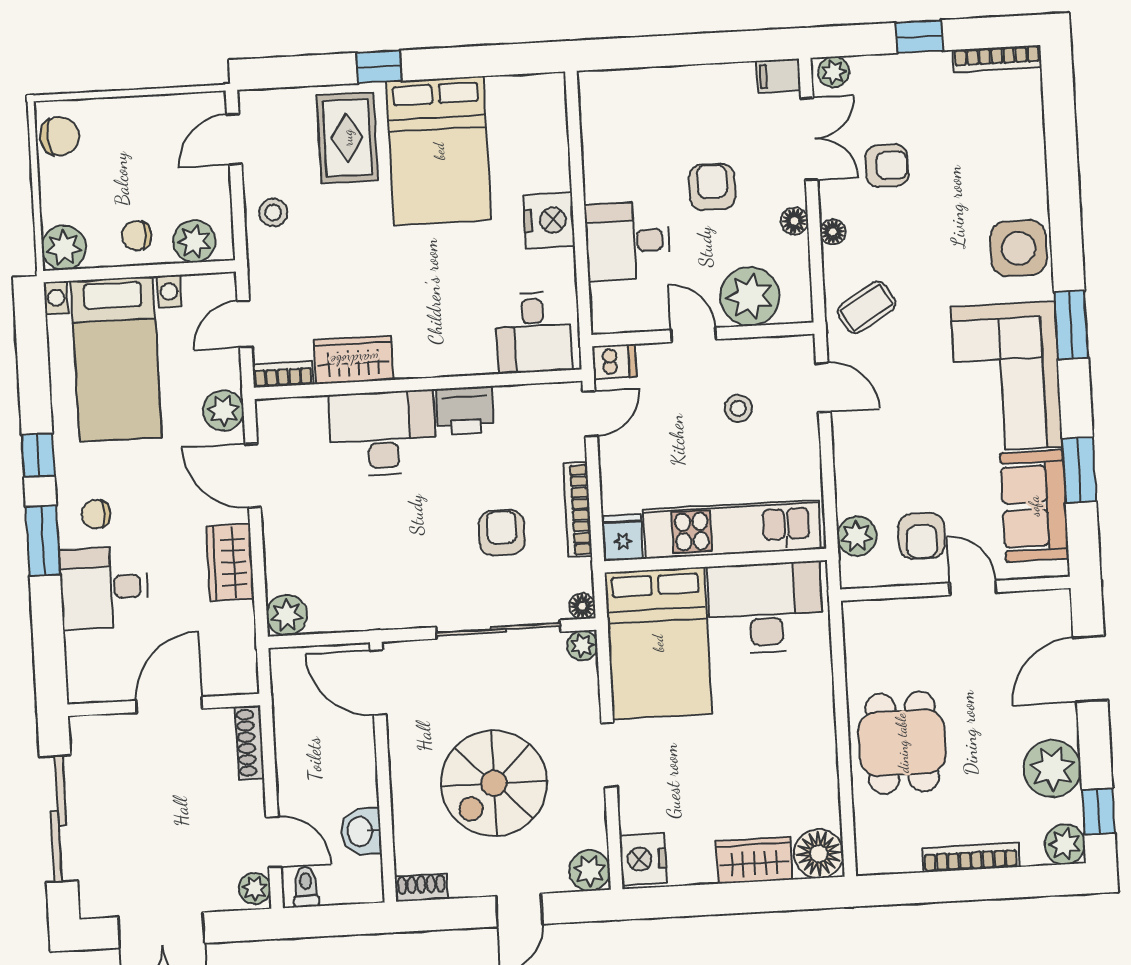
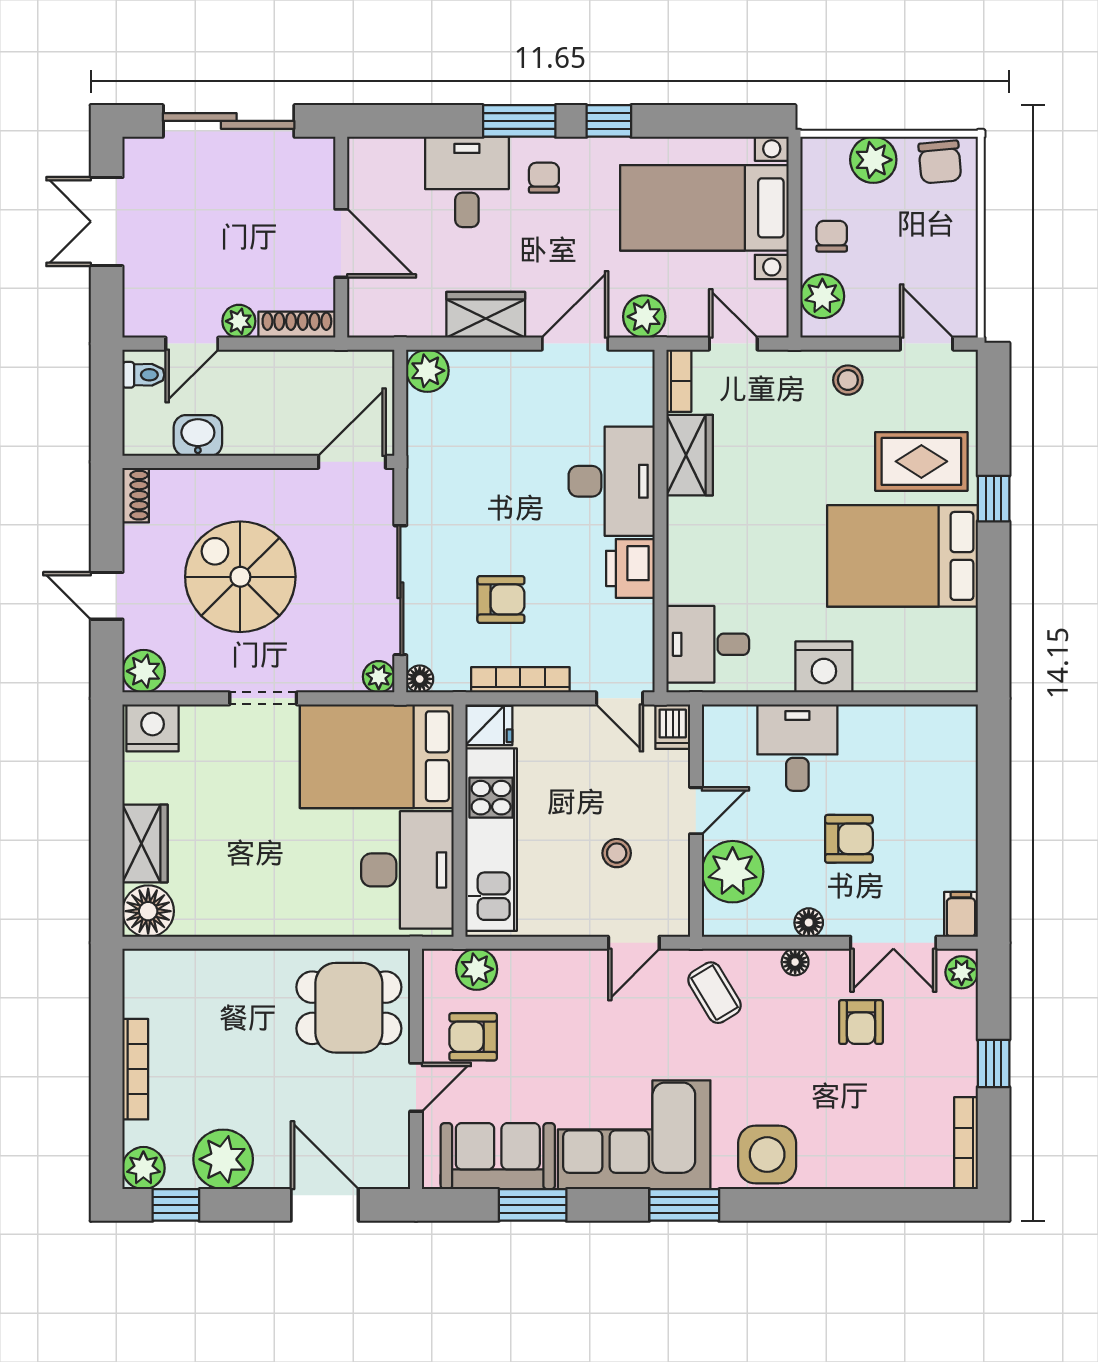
plant: (64, 248) -> (873, 160), moved
dining table: (902, 743) -> (349, 1008), moved
plant: (255, 888) -> (239, 321), moved

